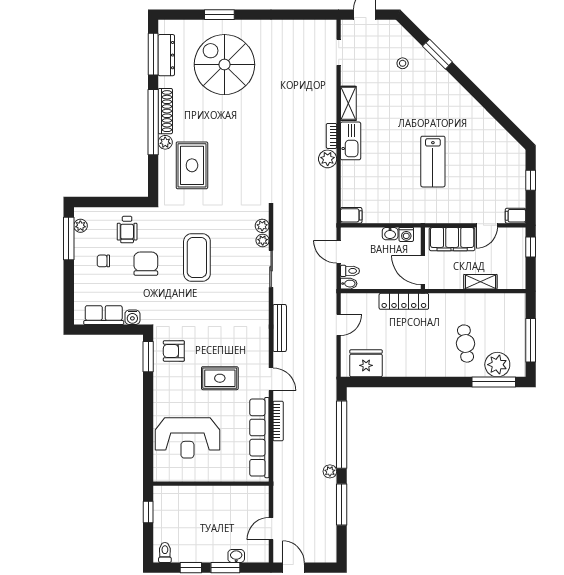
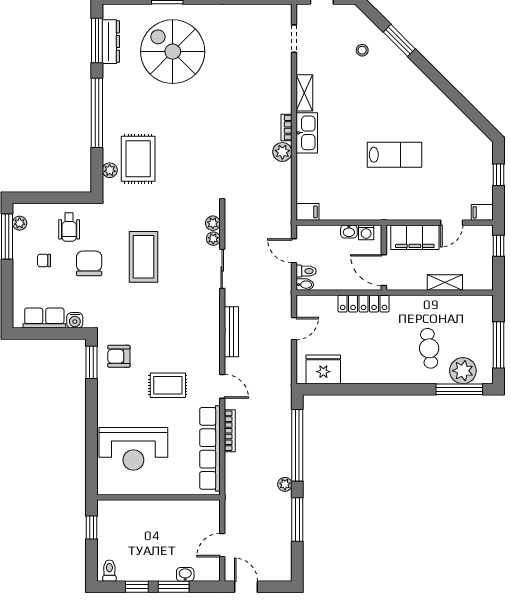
shoe rack: (165, 111) -> (110, 101), removed
plant: (165, 142) -> (110, 170), moved
lab bench: (433, 162) -> (394, 155), turned -90

